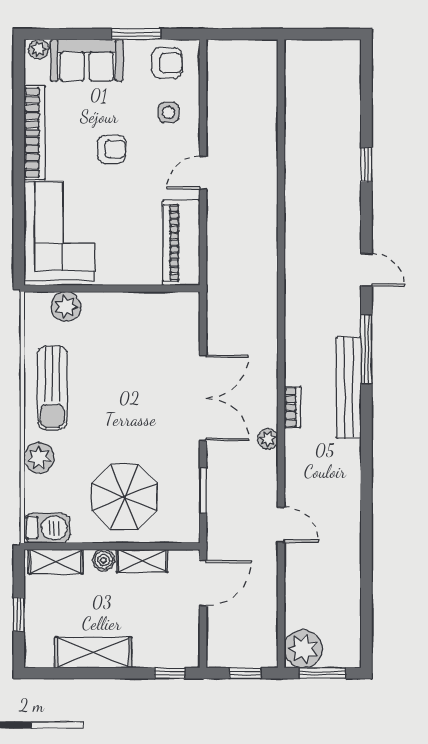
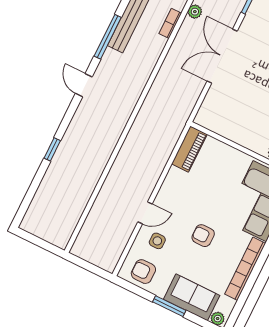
window: (136, 34) -> (169, 306), moved
door: (203, 173) -> (145, 213), moved
piano: (181, 243) -> (189, 149), width x0.73, depth x0.75

